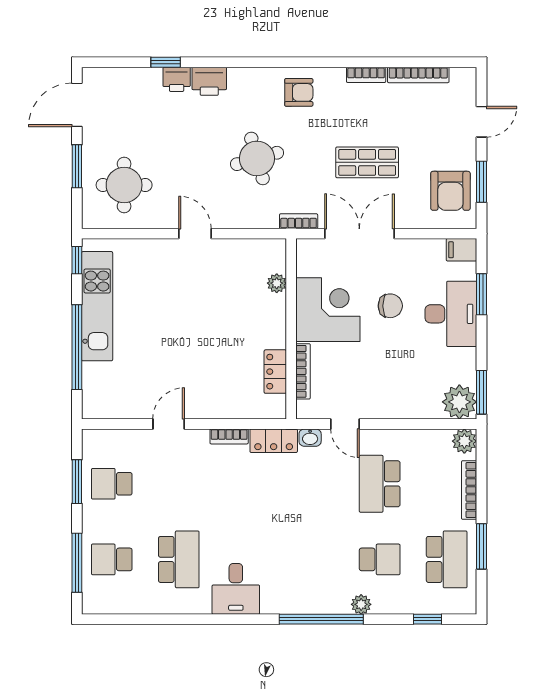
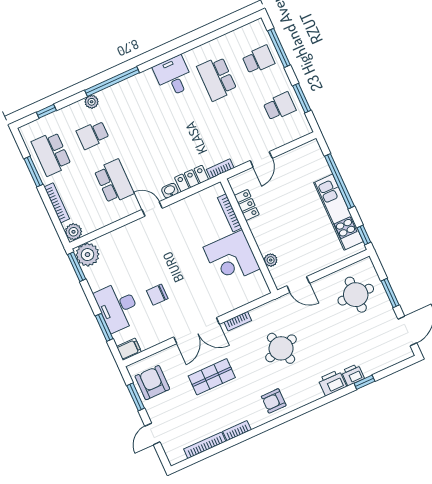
plant: (277, 283) -> (271, 260), moved
corner desk: (328, 310) -> (232, 258), moved
wall: (291, 329) -> (249, 236), moved
bookcase: (303, 371) -> (230, 213), moved
locker: (275, 372) -> (247, 205), moved

